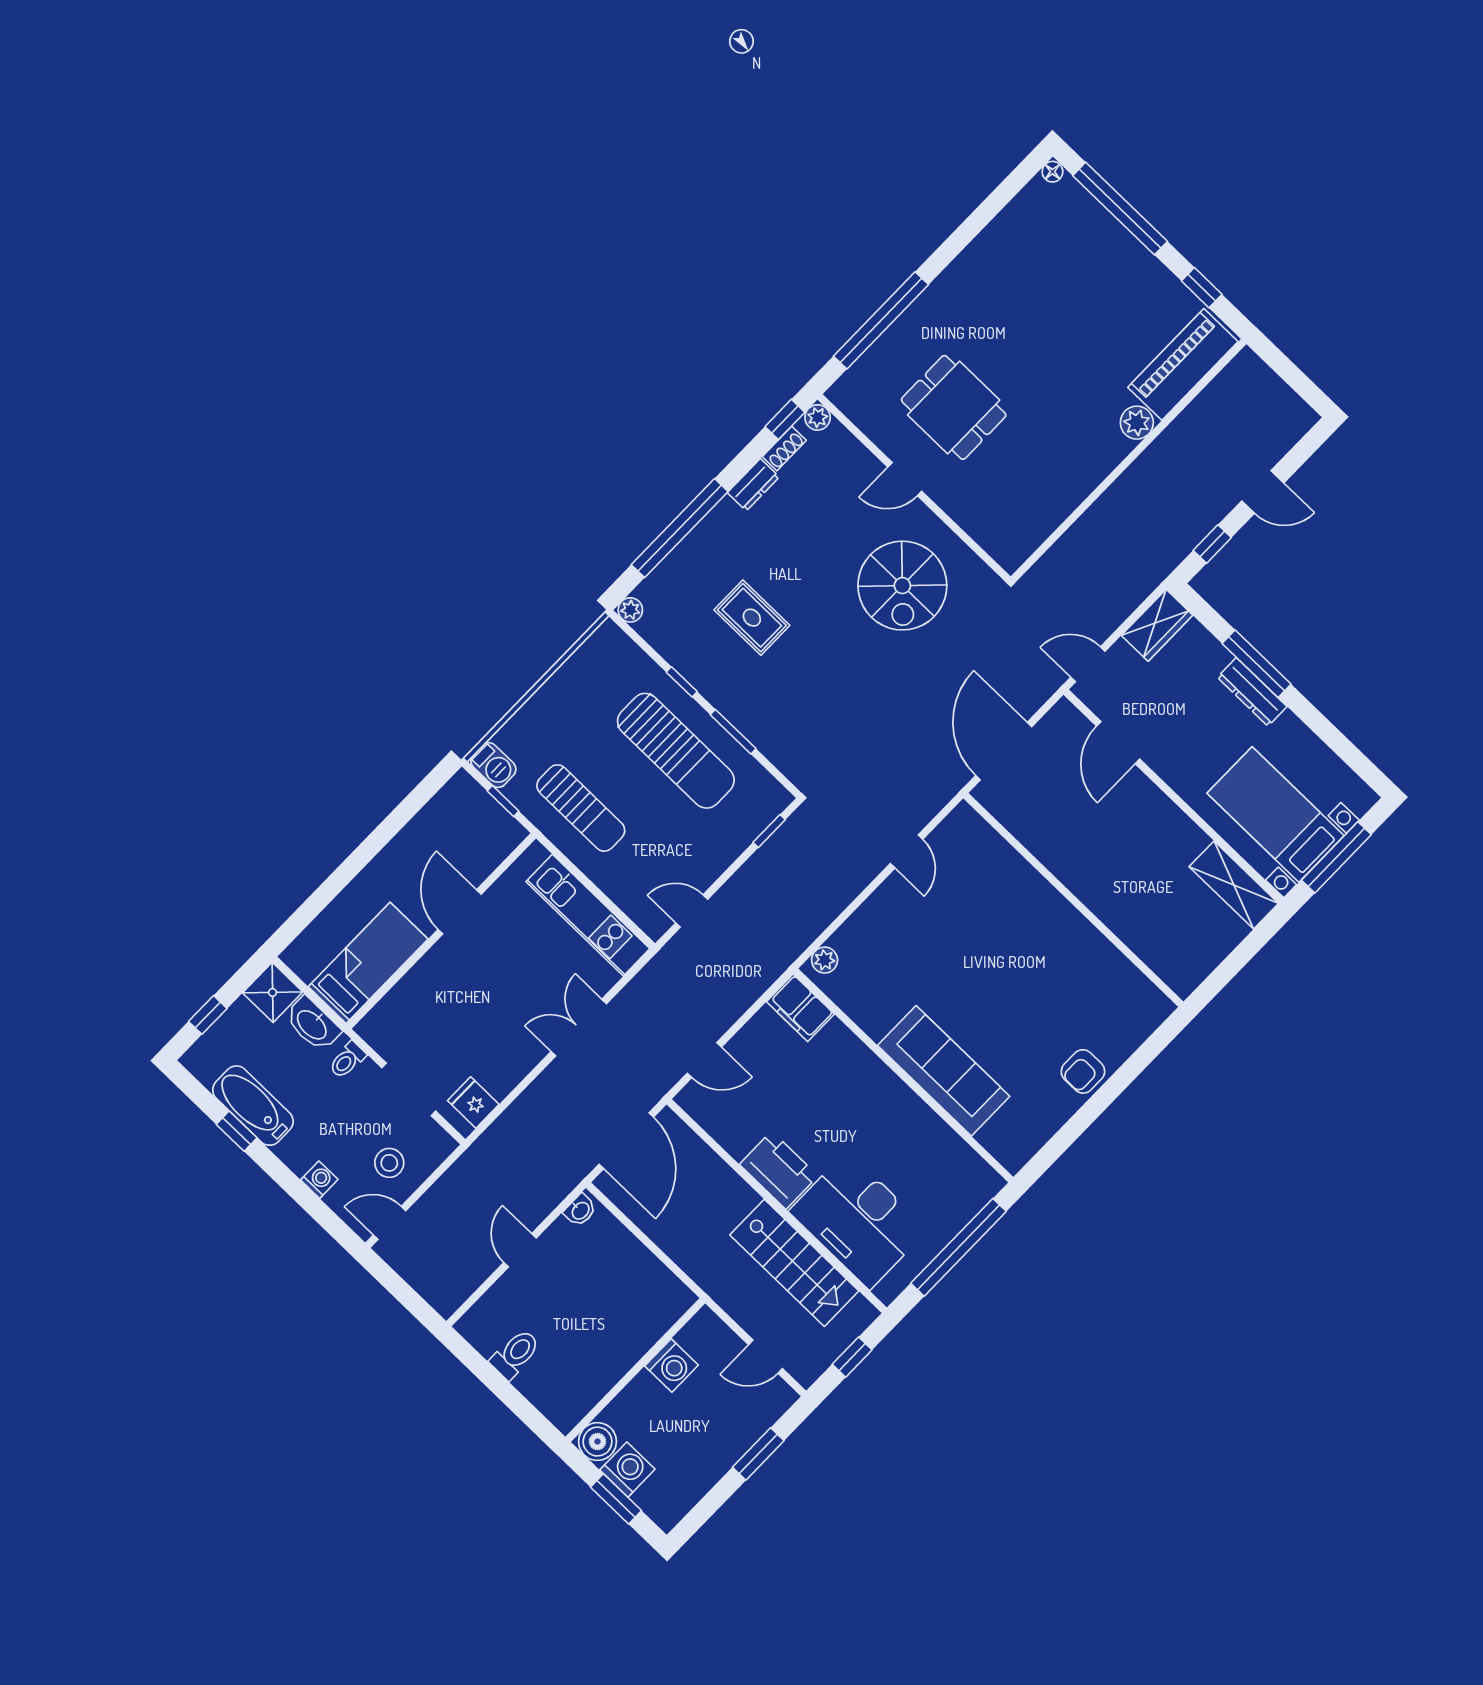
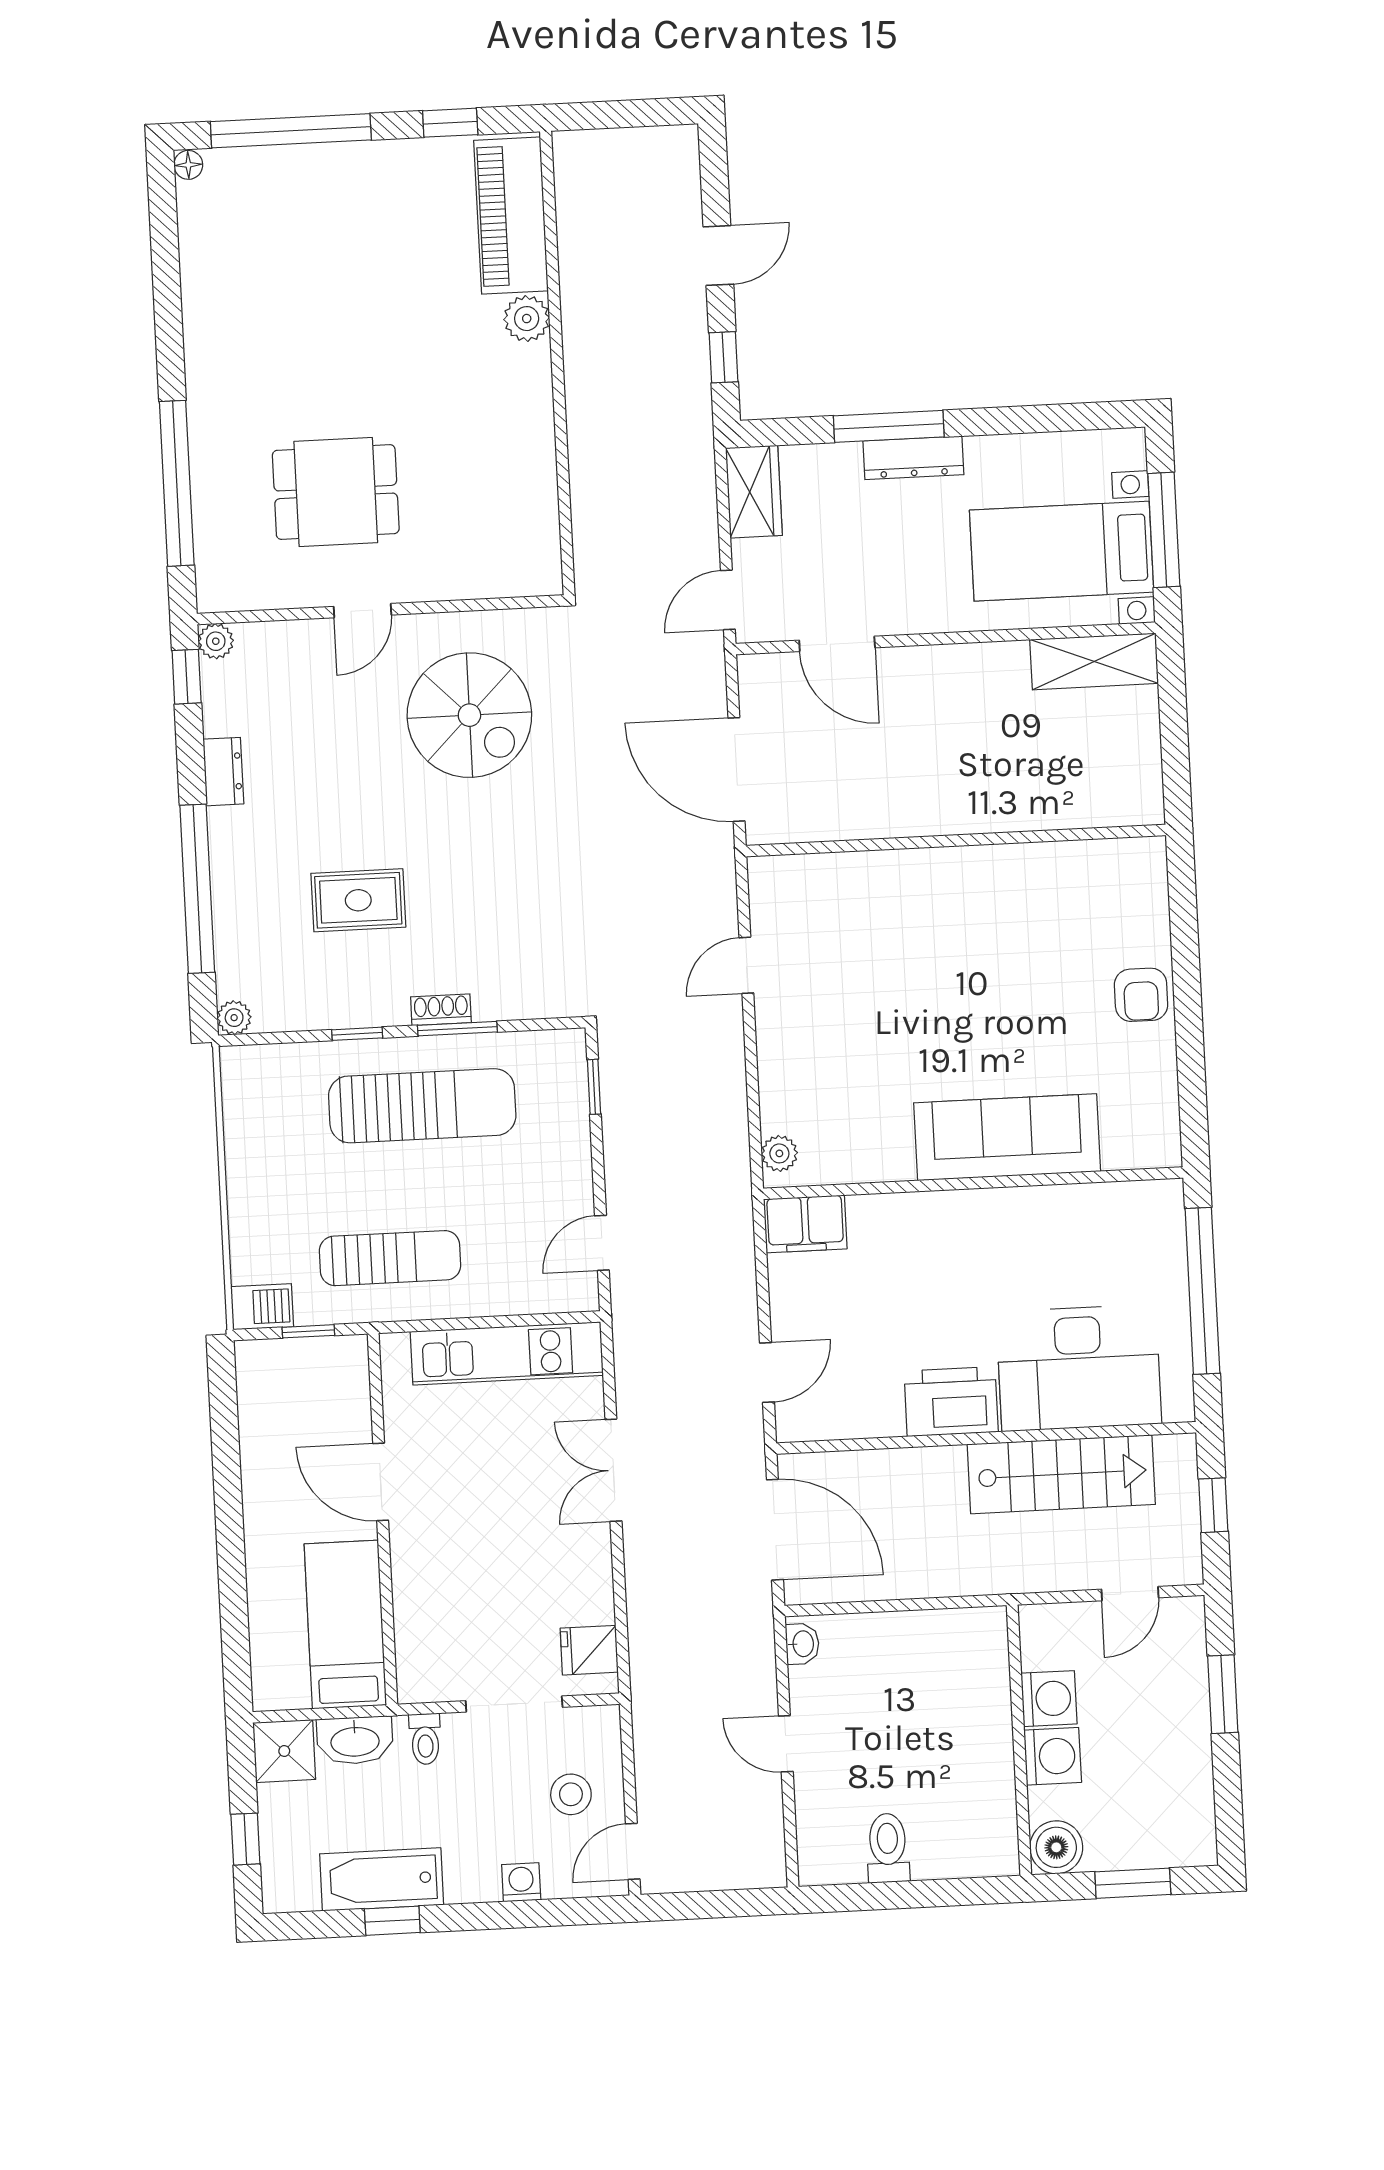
shoe rack: (784, 449) -> (441, 1010), moved, turned -90
door: (907, 851) -> (746, 965), swing flipped
washing machine: (627, 1470) -> (1053, 1756), moved, turned 90

